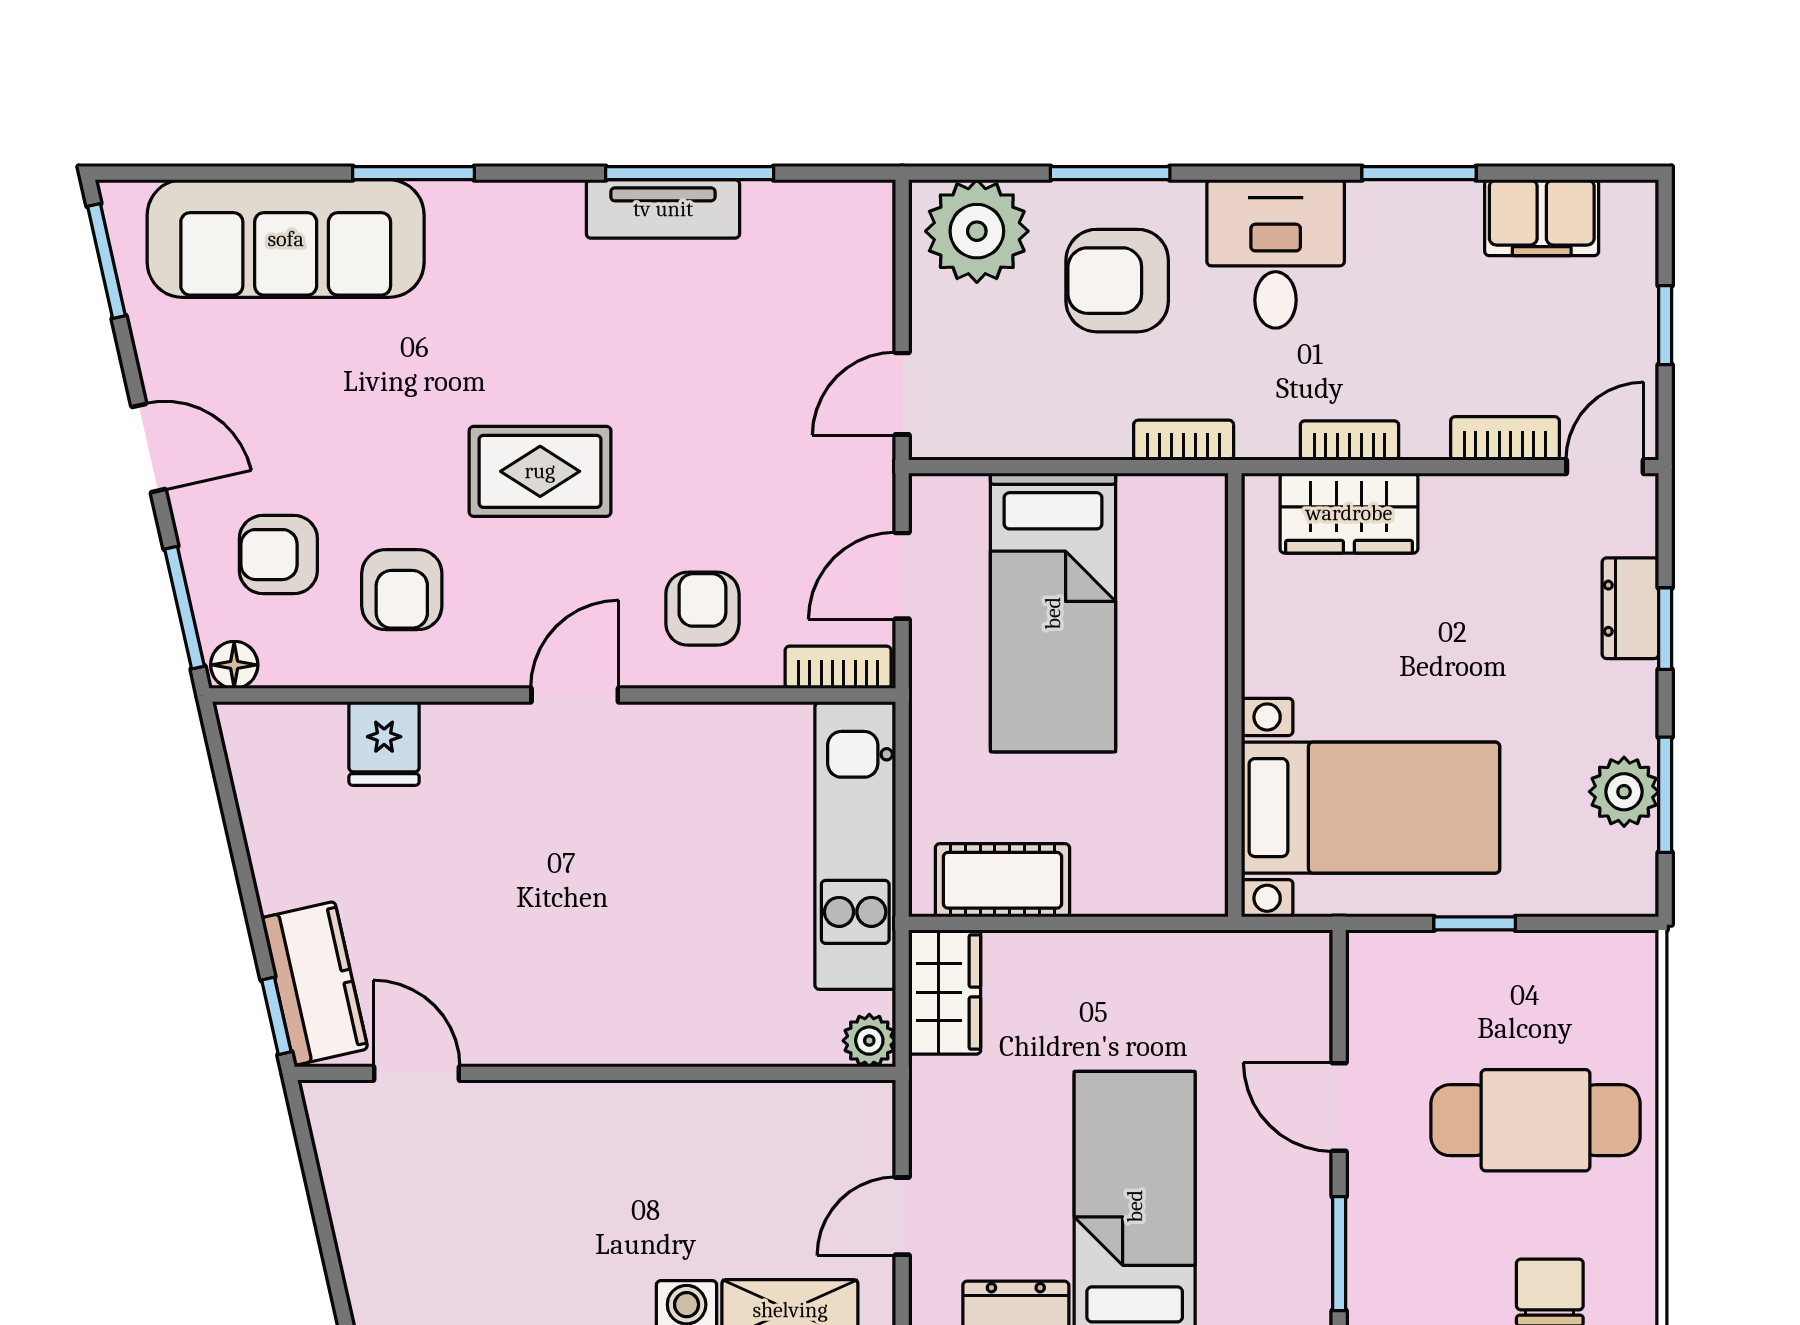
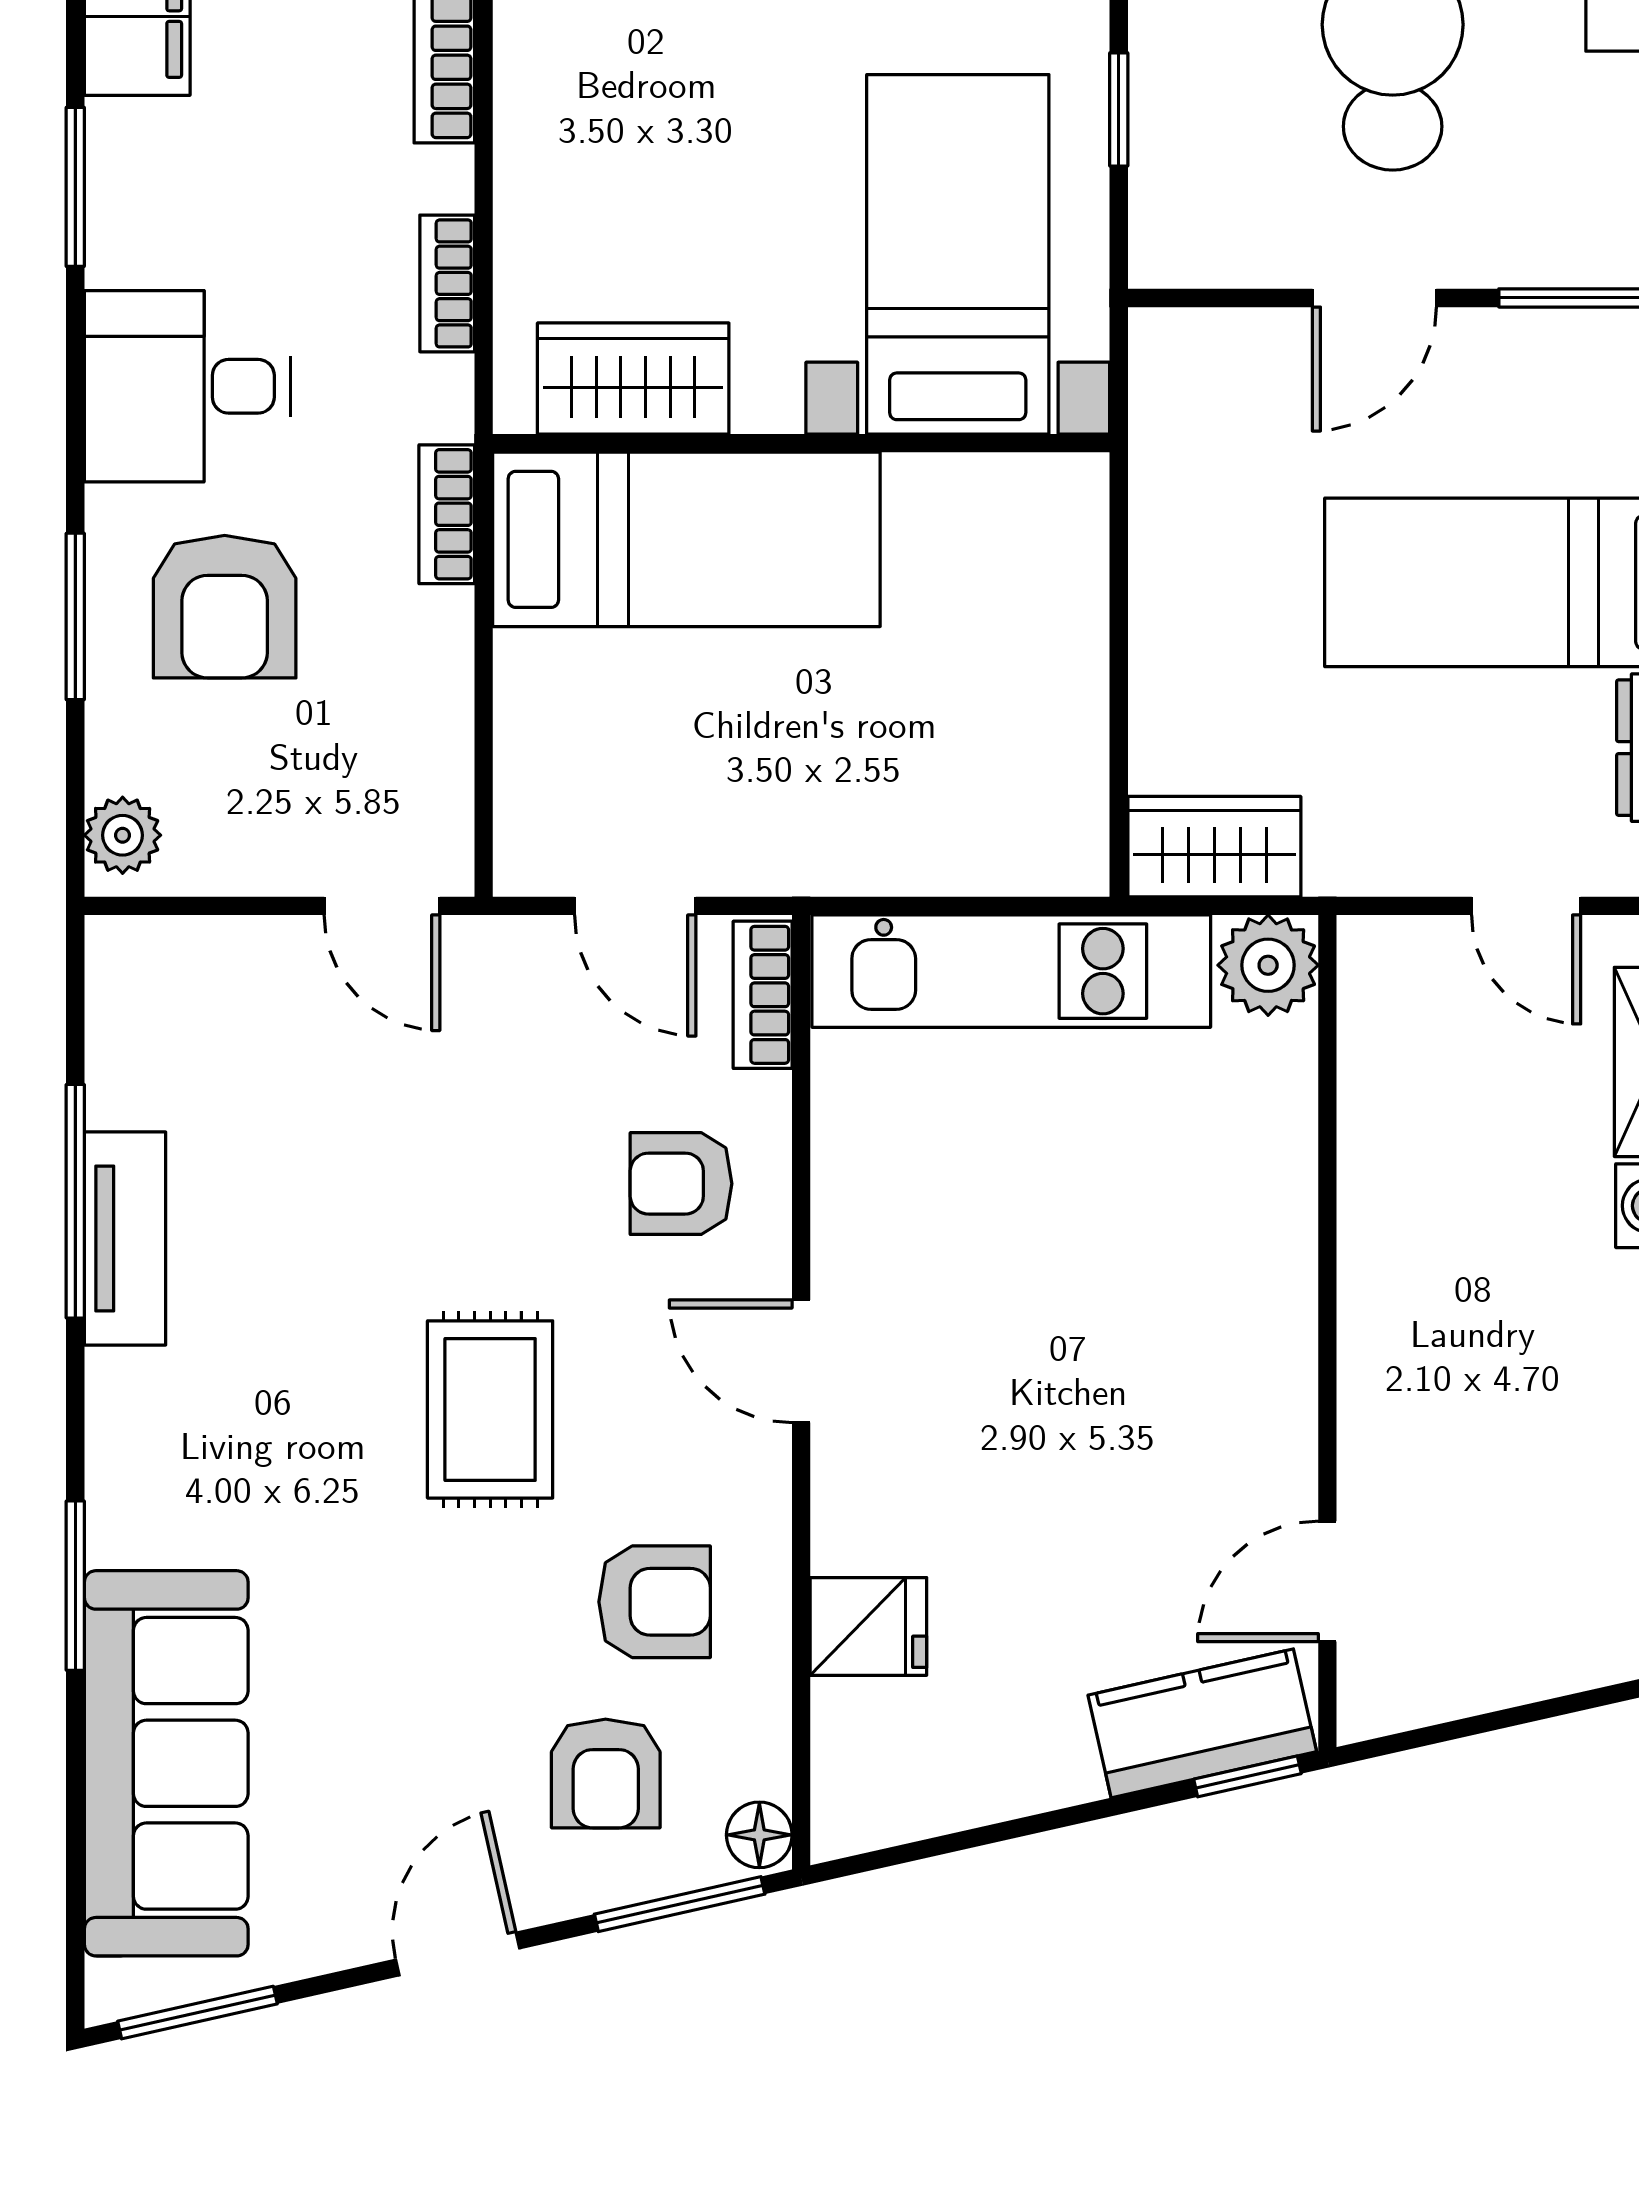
plant: (977, 231) -> (123, 835), width x0.53, depth x0.53
wardrobe: (1349, 513) -> (633, 378), moved, turned -90
bed: (1053, 613) -> (686, 539), moved
cot: (1002, 880) -> (1059, 766), removed
plant: (869, 1041) -> (1268, 965), width x1.38, depth x1.38

